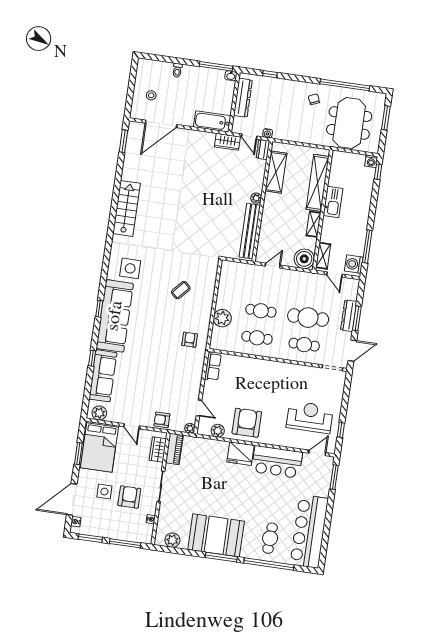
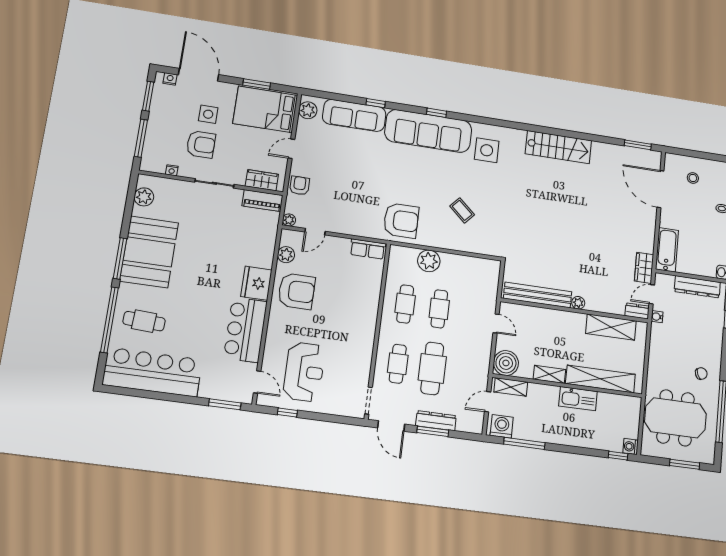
armchair: (190, 340) -> (401, 221), width x1.88, depth x1.88

